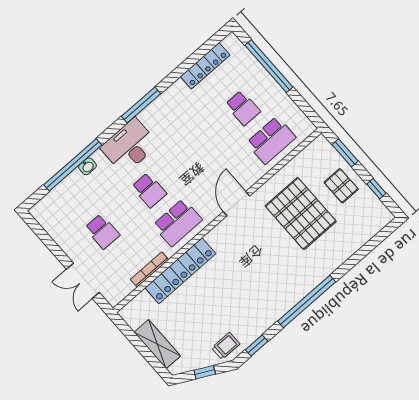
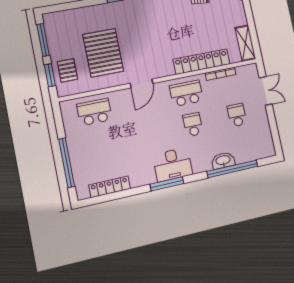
school desk: (243, 108) -> (101, 144), removed
desk: (129, 146) -> (173, 165), moved
washbasin: (87, 166) -> (223, 160), width x1.91, depth x1.45
pallet: (341, 186) -> (67, 70), moved
window: (376, 189) -> (43, 40), width x2.17
shelving: (157, 344) -> (245, 43), moved

